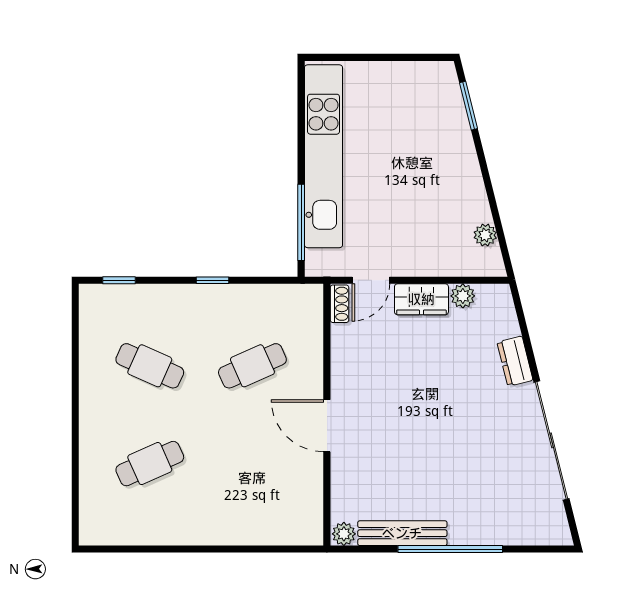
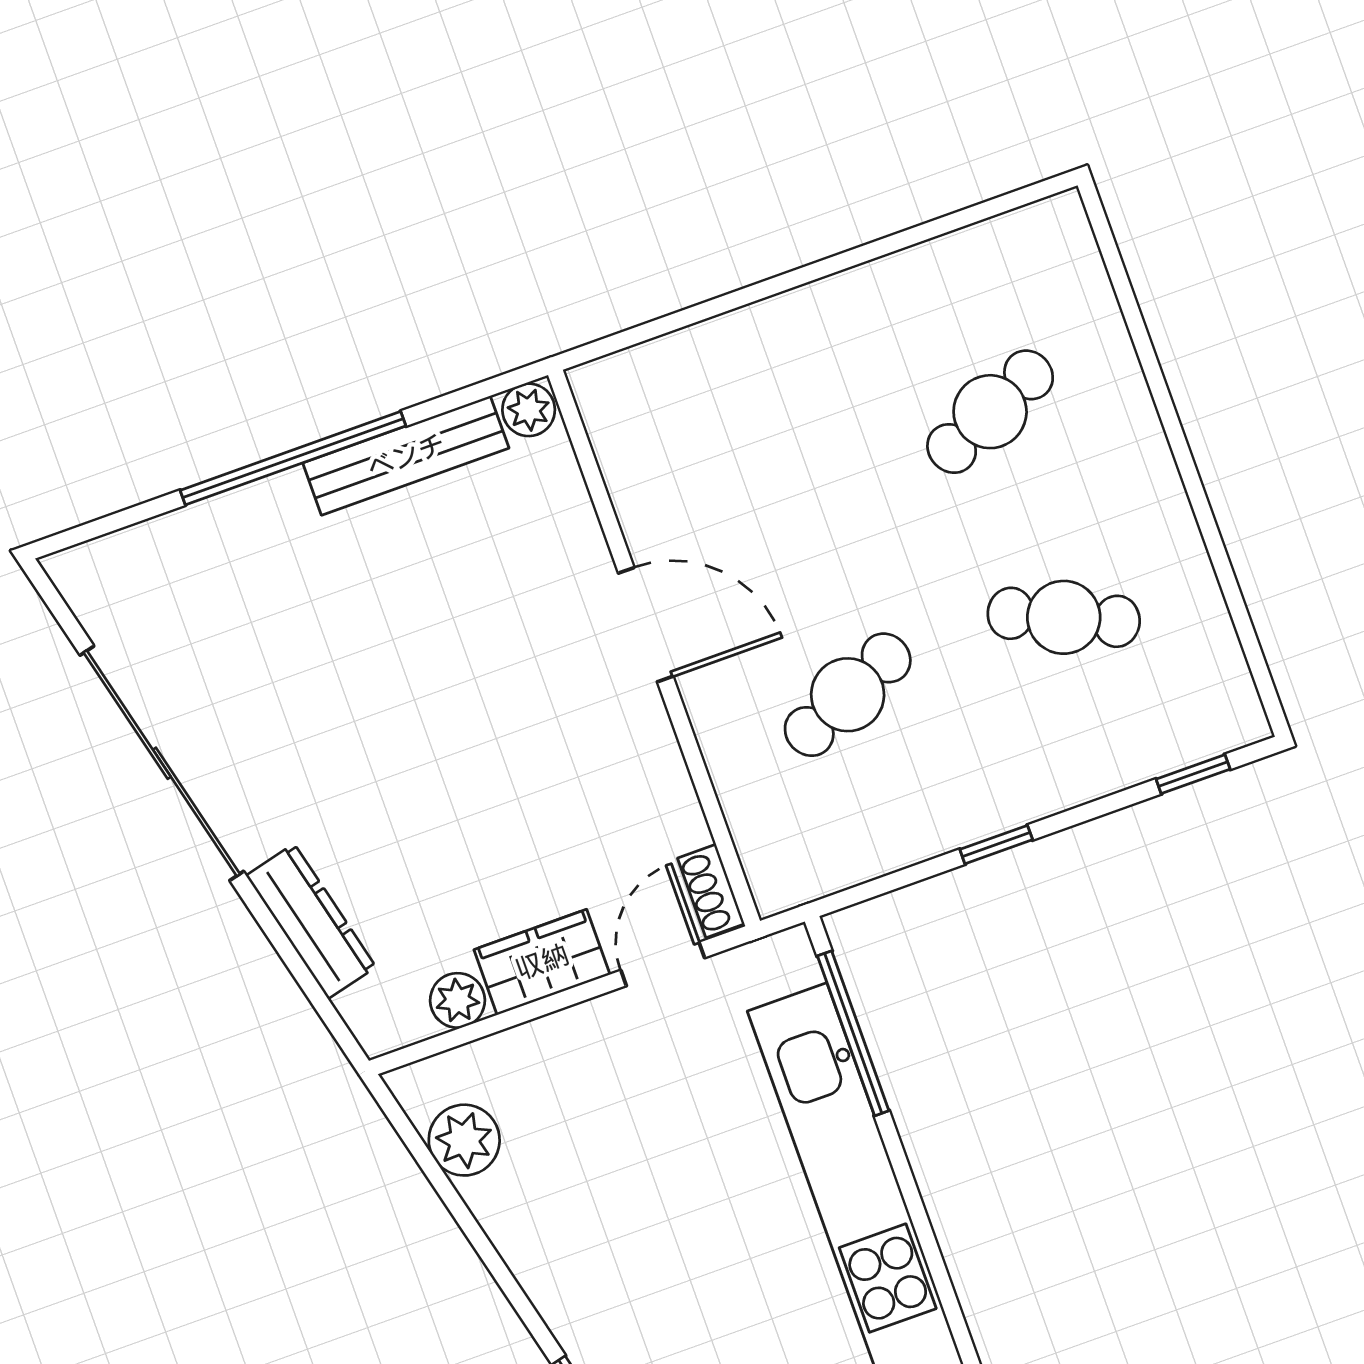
plant: (485, 235) -> (464, 1140), width x1.38, depth x1.38
dresser: (515, 361) -> (311, 921), width x1.44

